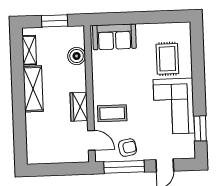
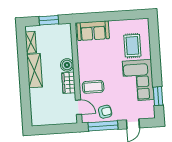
boiler: (77, 56) -> (67, 65), moved

